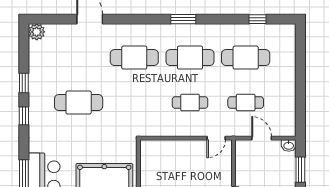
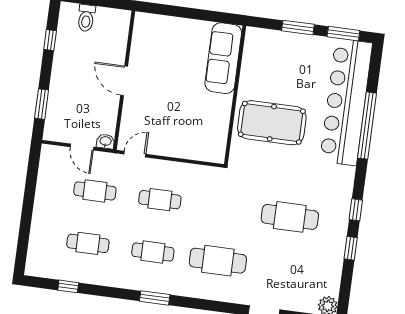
cafe table: (190, 58) -> (153, 252), width x0.73, depth x0.74
cafe table: (246, 58) -> (88, 243), width x0.73, depth x0.74
washbasin: (289, 145) -> (106, 141), moved

